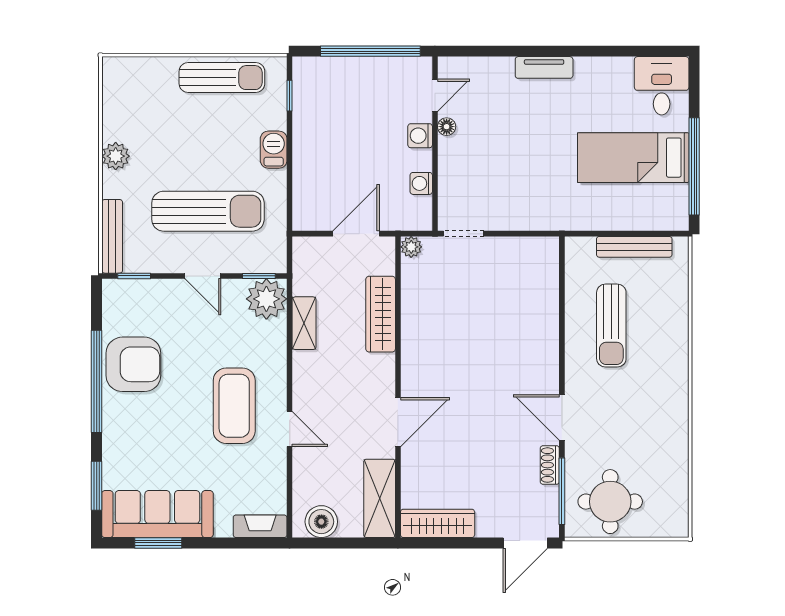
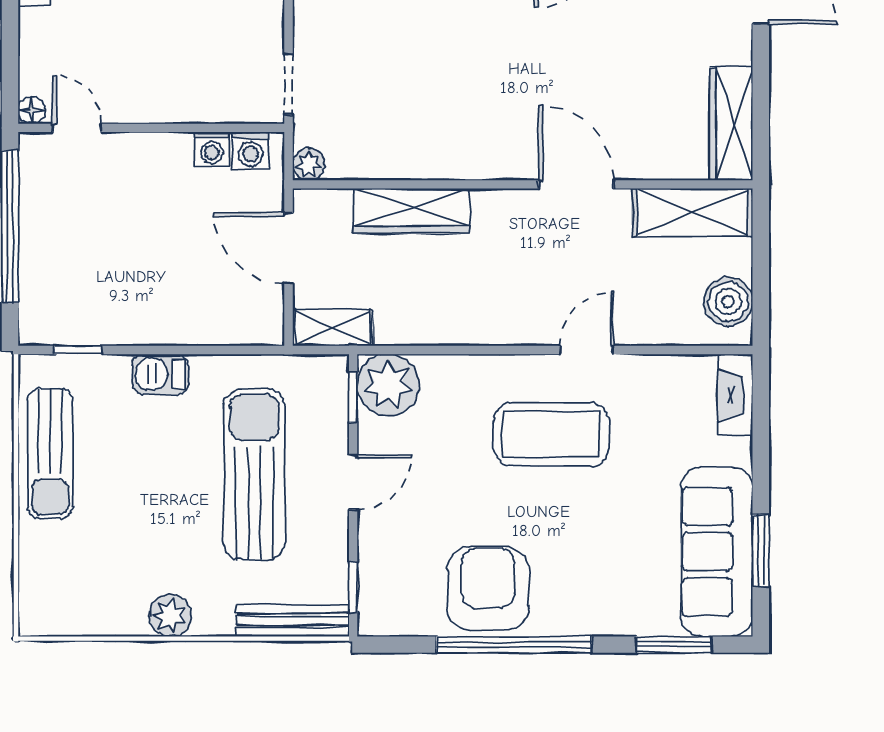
sun lounger: (222, 78) -> (50, 453), turned 180
floor lamp: (447, 127) -> (32, 110), moved
washing machine: (420, 136) -> (251, 151), moved
shelving: (304, 323) -> (333, 328), moved

